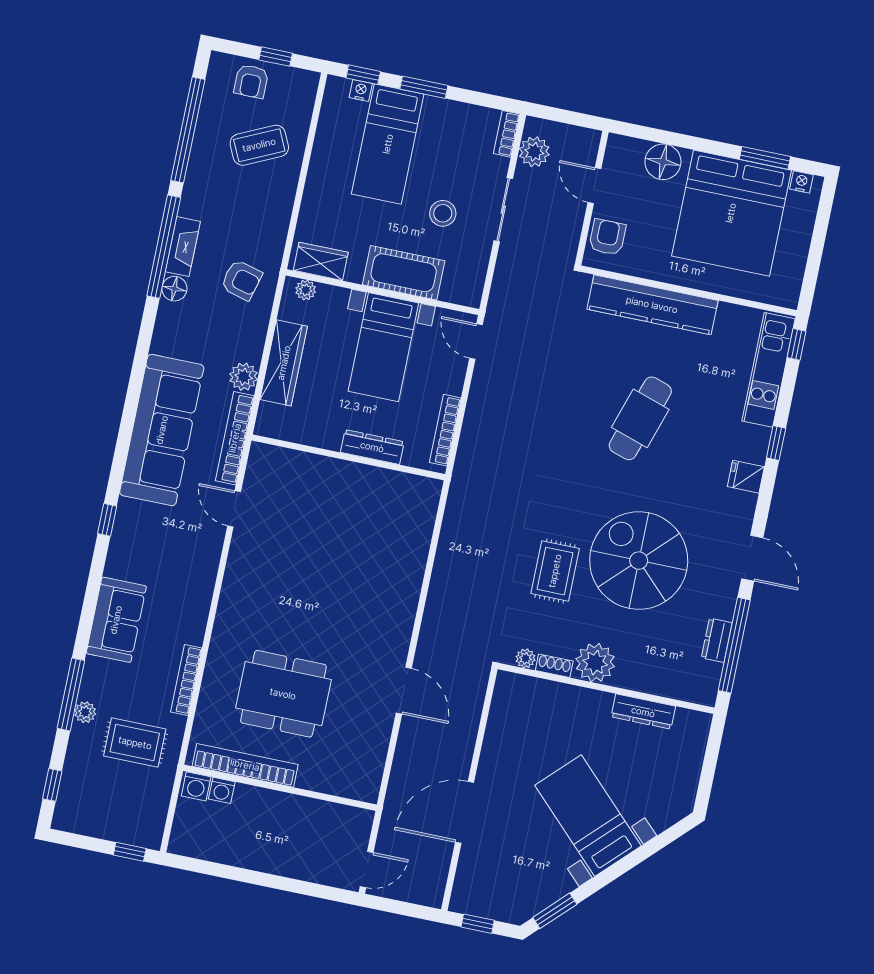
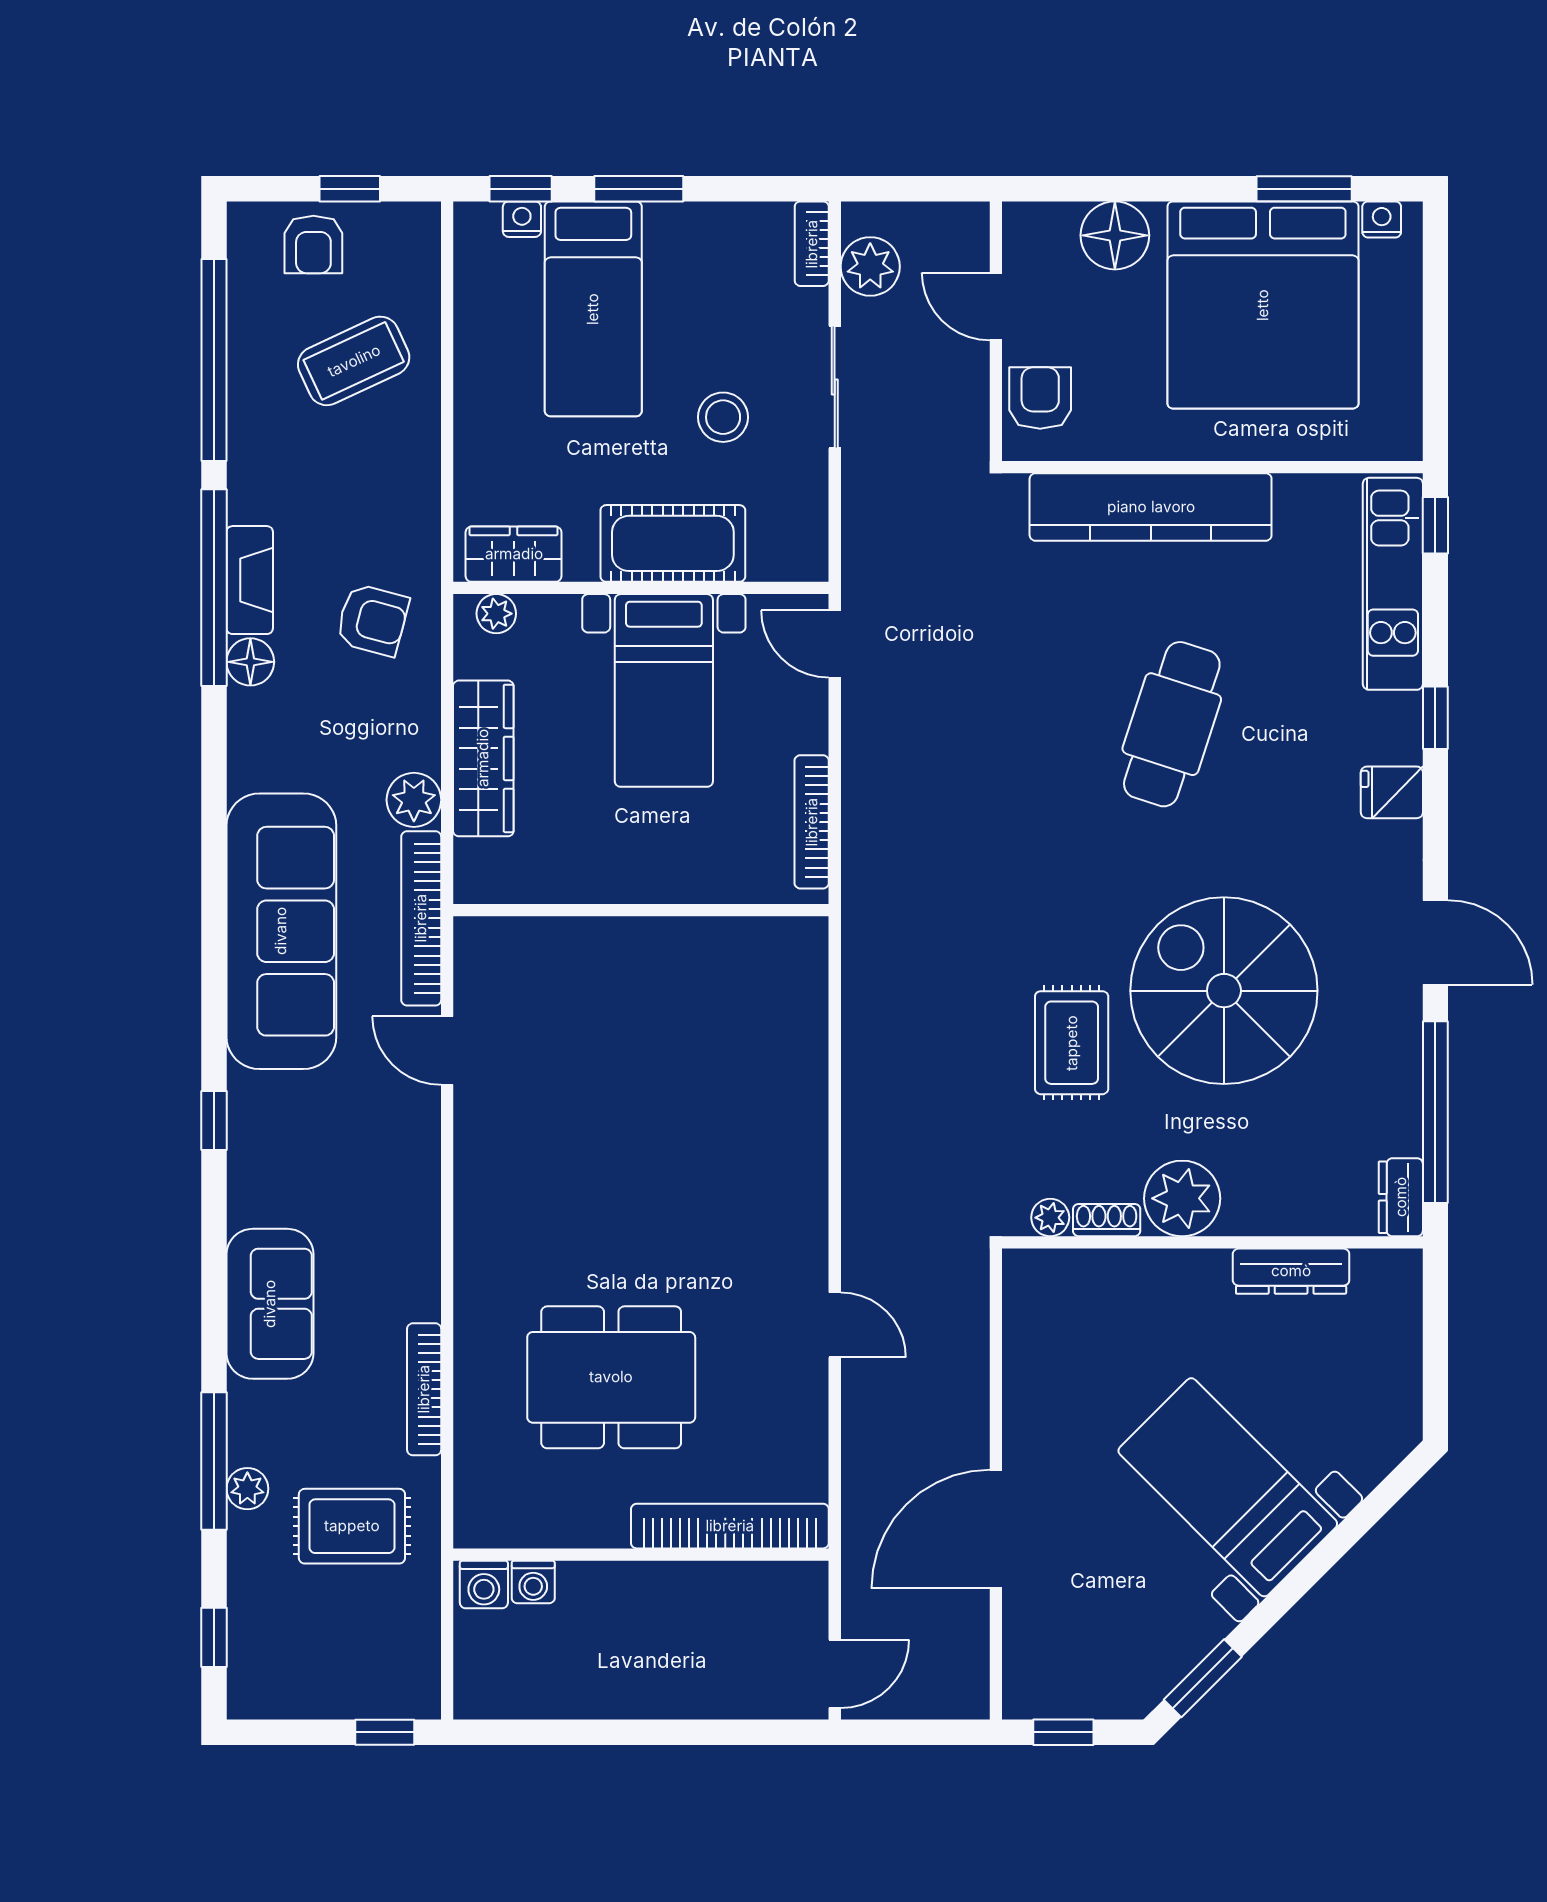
dresser: (372, 447) -> (682, 882), removed
dresser: (717, 640) -> (1401, 1197), moved
door: (404, 691) -> (835, 1325), width x0.73
bookcase: (245, 765) -> (730, 1526), moved

